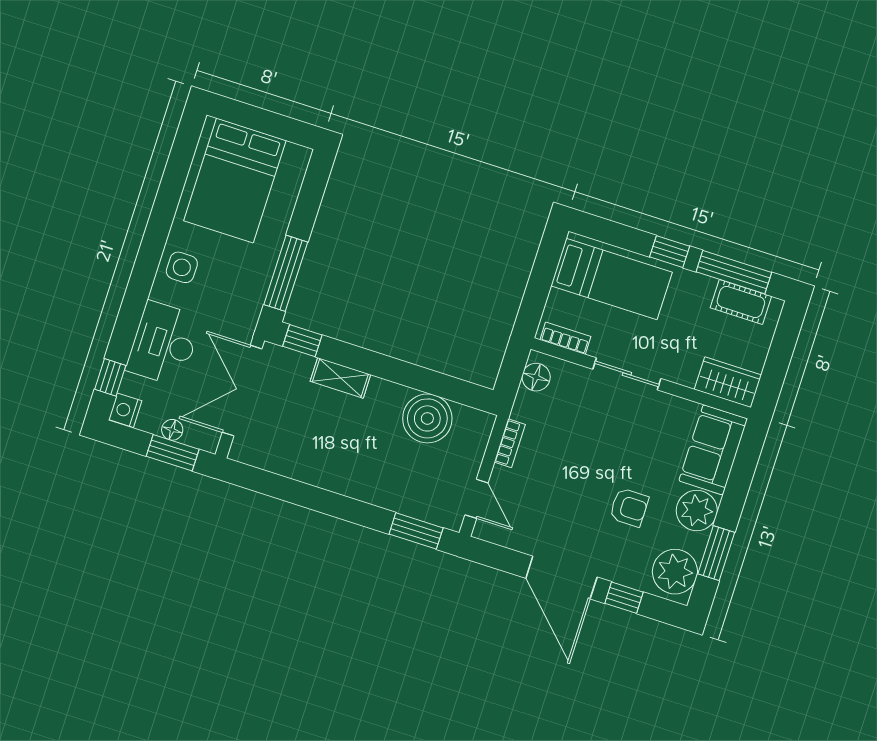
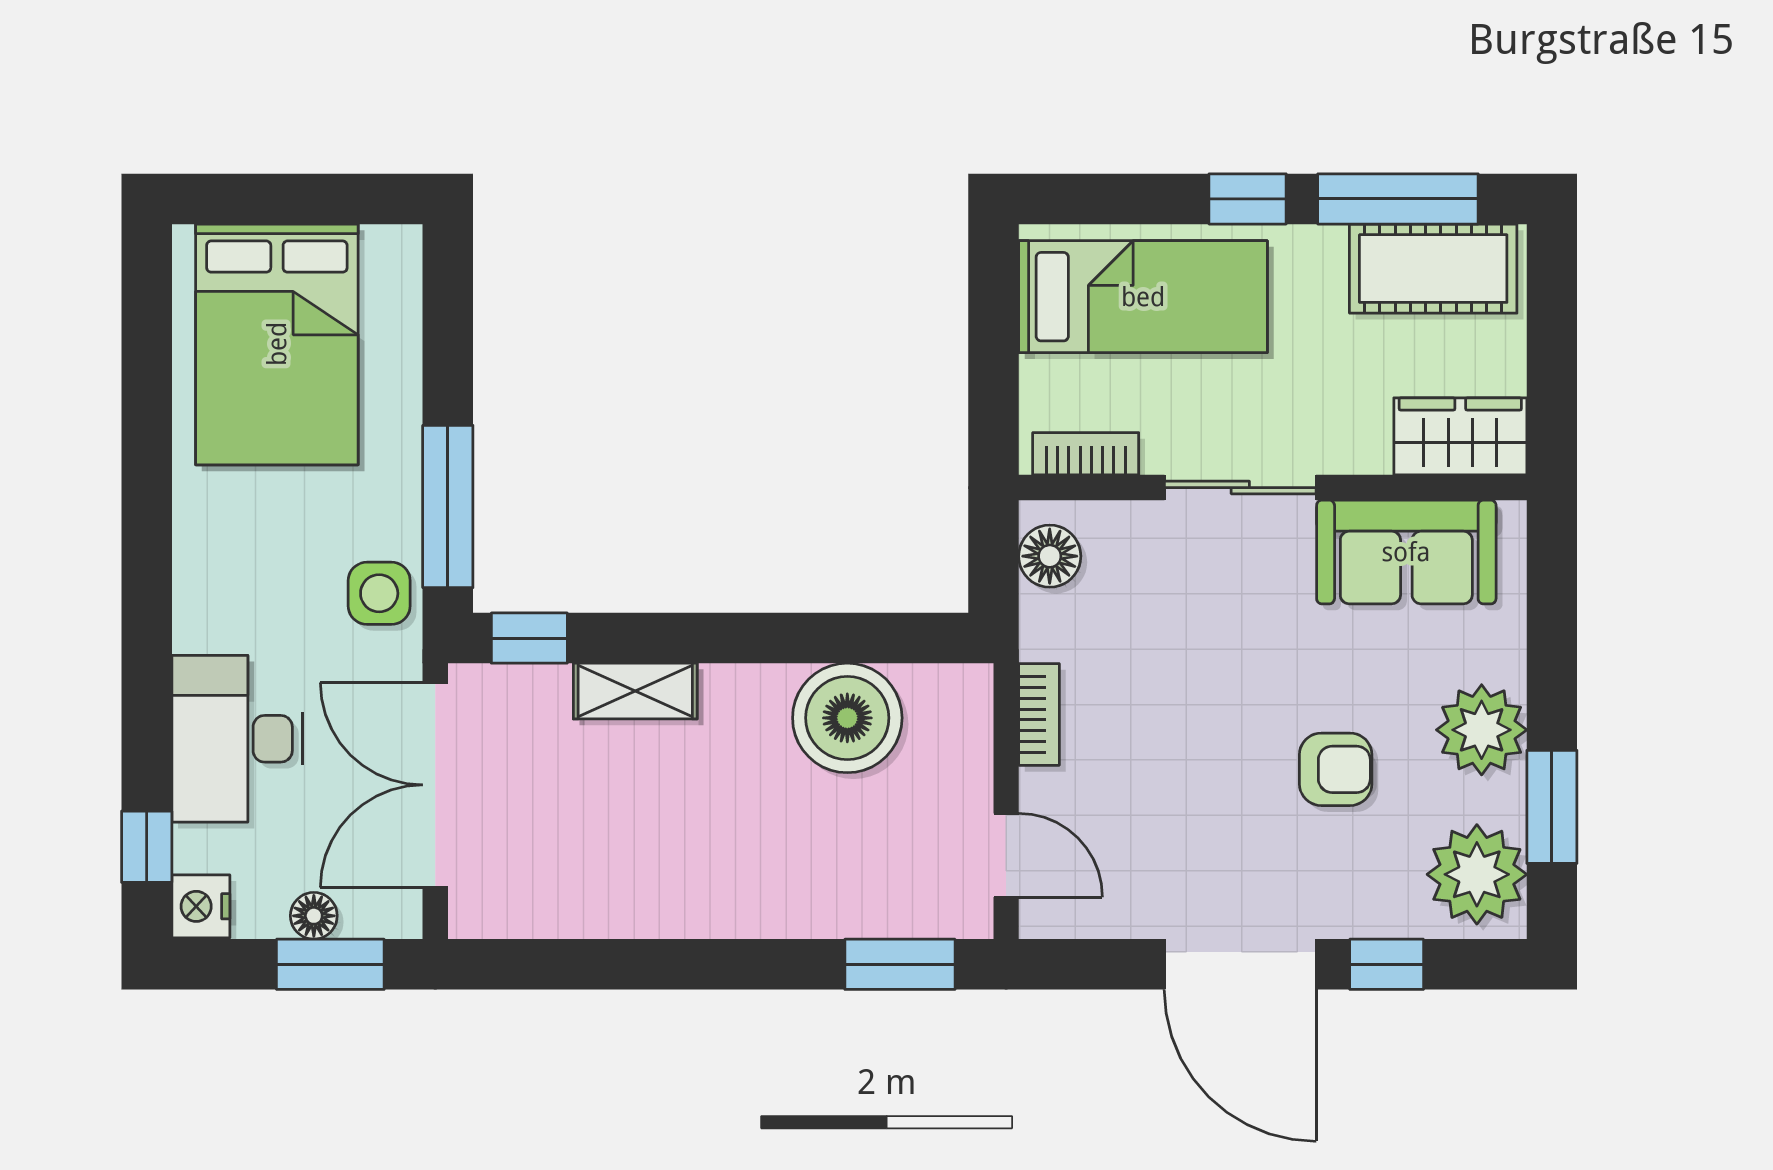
side table: (182, 267) -> (379, 593), moved
cot: (741, 302) -> (1433, 269), width x1.37, depth x1.34
sofa: (713, 450) -> (1406, 552), moved, turned -90

